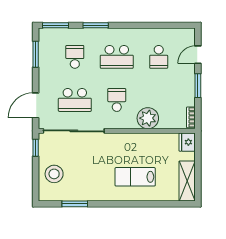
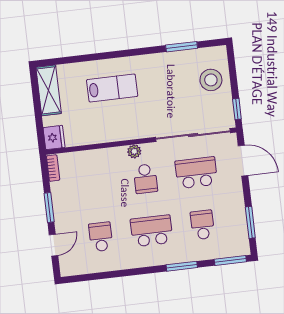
school desk: (75, 57) -> (202, 225), turned 180
door: (36, 105) -> (243, 161), hinge flipped
plant: (148, 118) -> (134, 151), moved, width x0.53, depth x0.53

